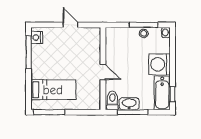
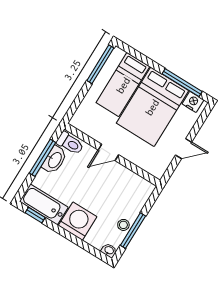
bed: (56, 62) -> (152, 107), added

